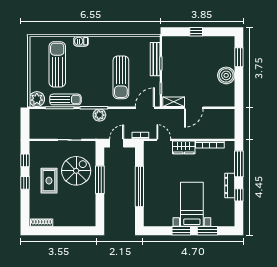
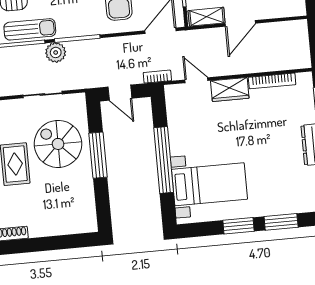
plant: (99, 115) -> (56, 52), moved
door: (117, 143) -> (120, 93), swing flipped
spiral stairs: (76, 171) -> (58, 144), turned -90
bed with nightstands: (192, 204) -> (209, 184), moved, turned 90

